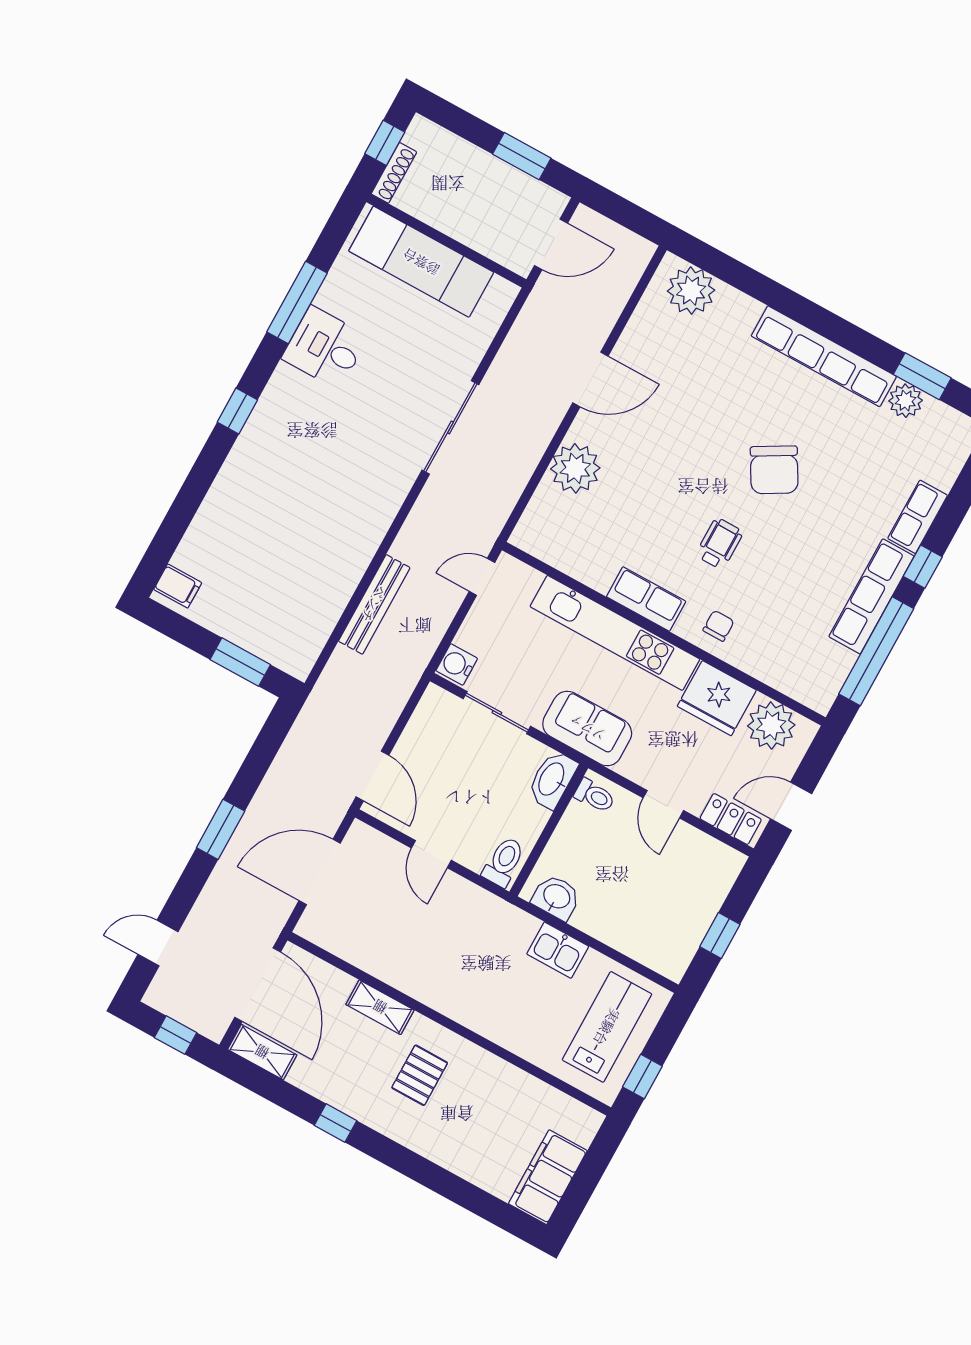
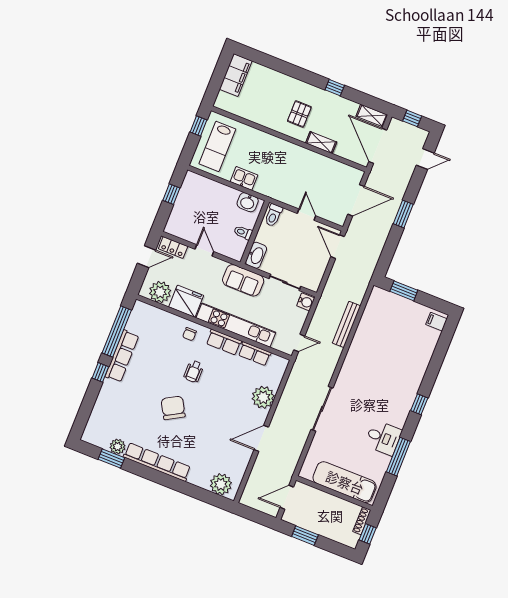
row of seats: (918, 517) -> (255, 354), moved, turned 90
toilet: (595, 796) -> (243, 232), moved

